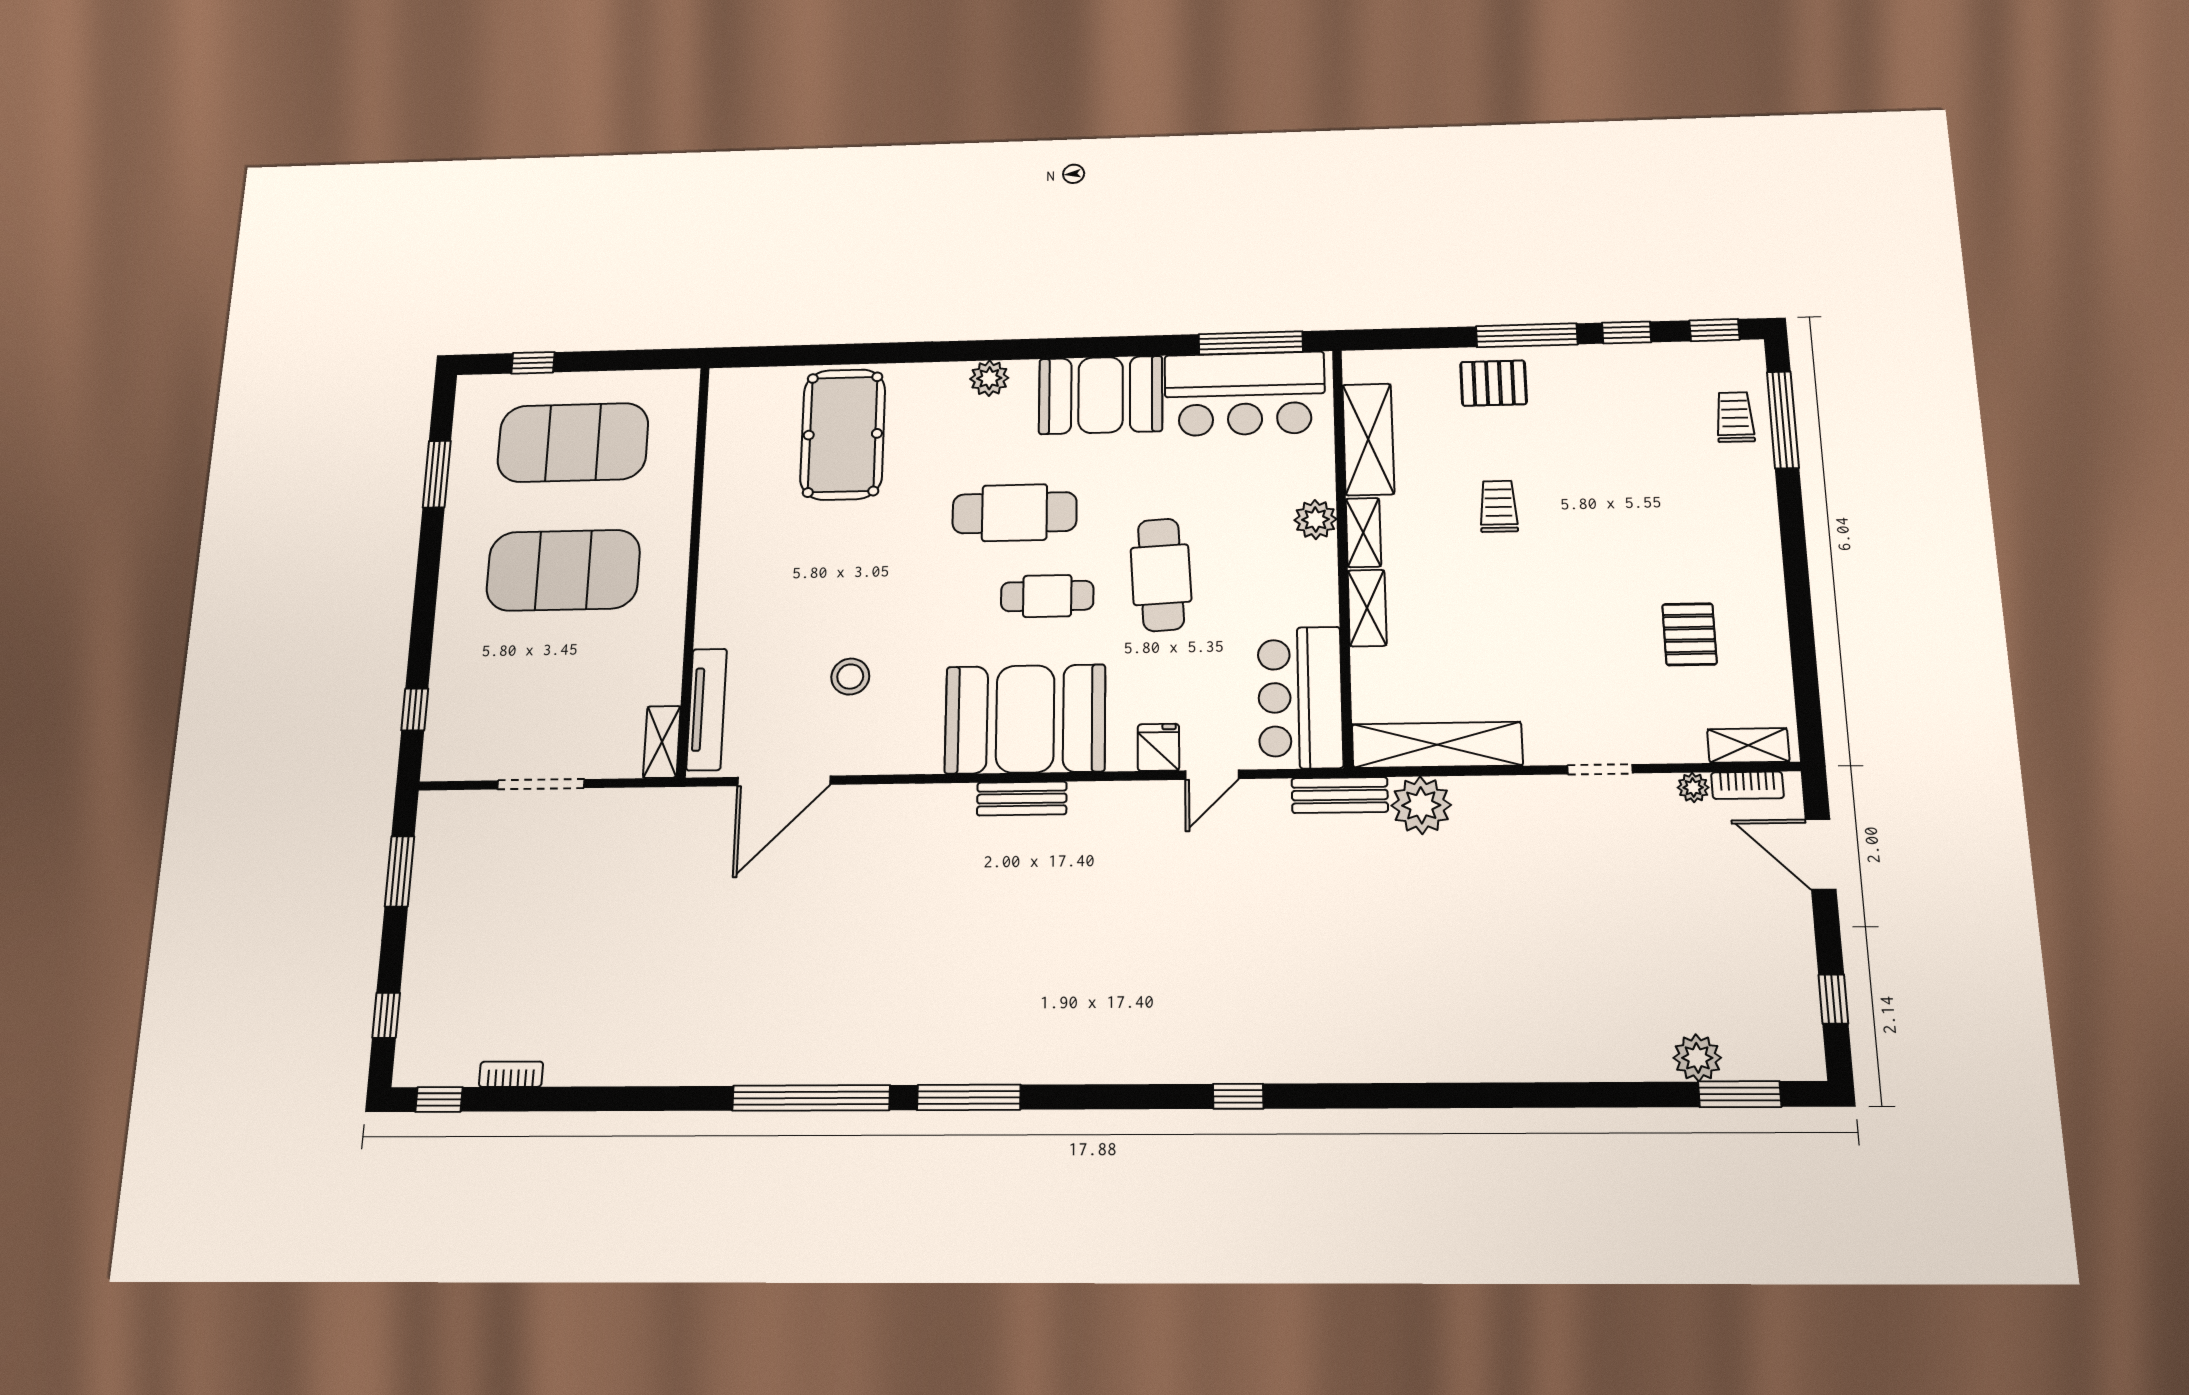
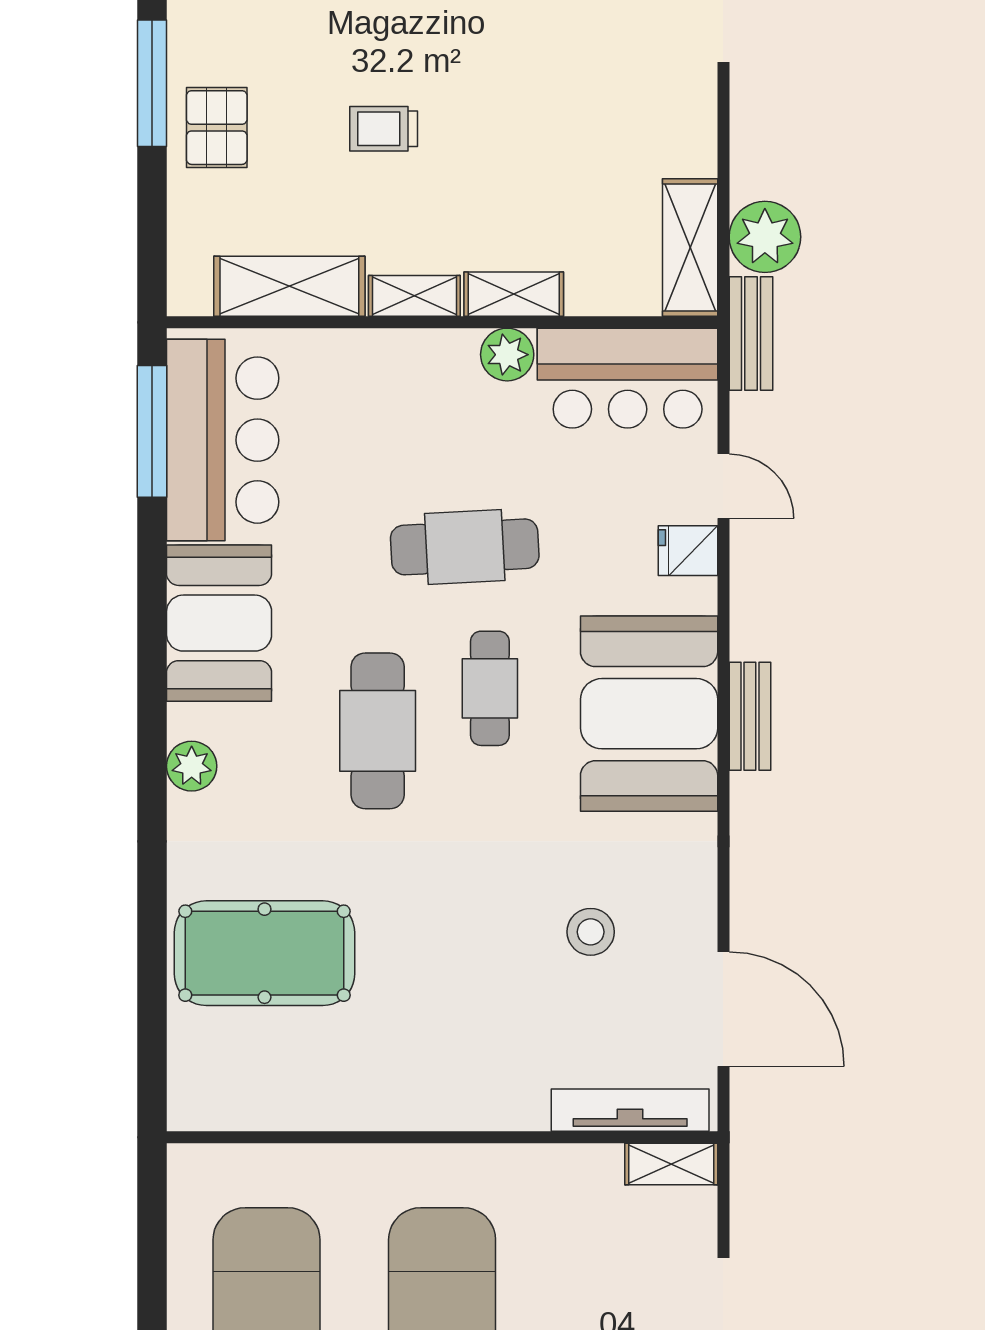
plant: (1315, 520) -> (507, 355), moved
shelving: (1437, 745) -> (690, 248), width x0.68

